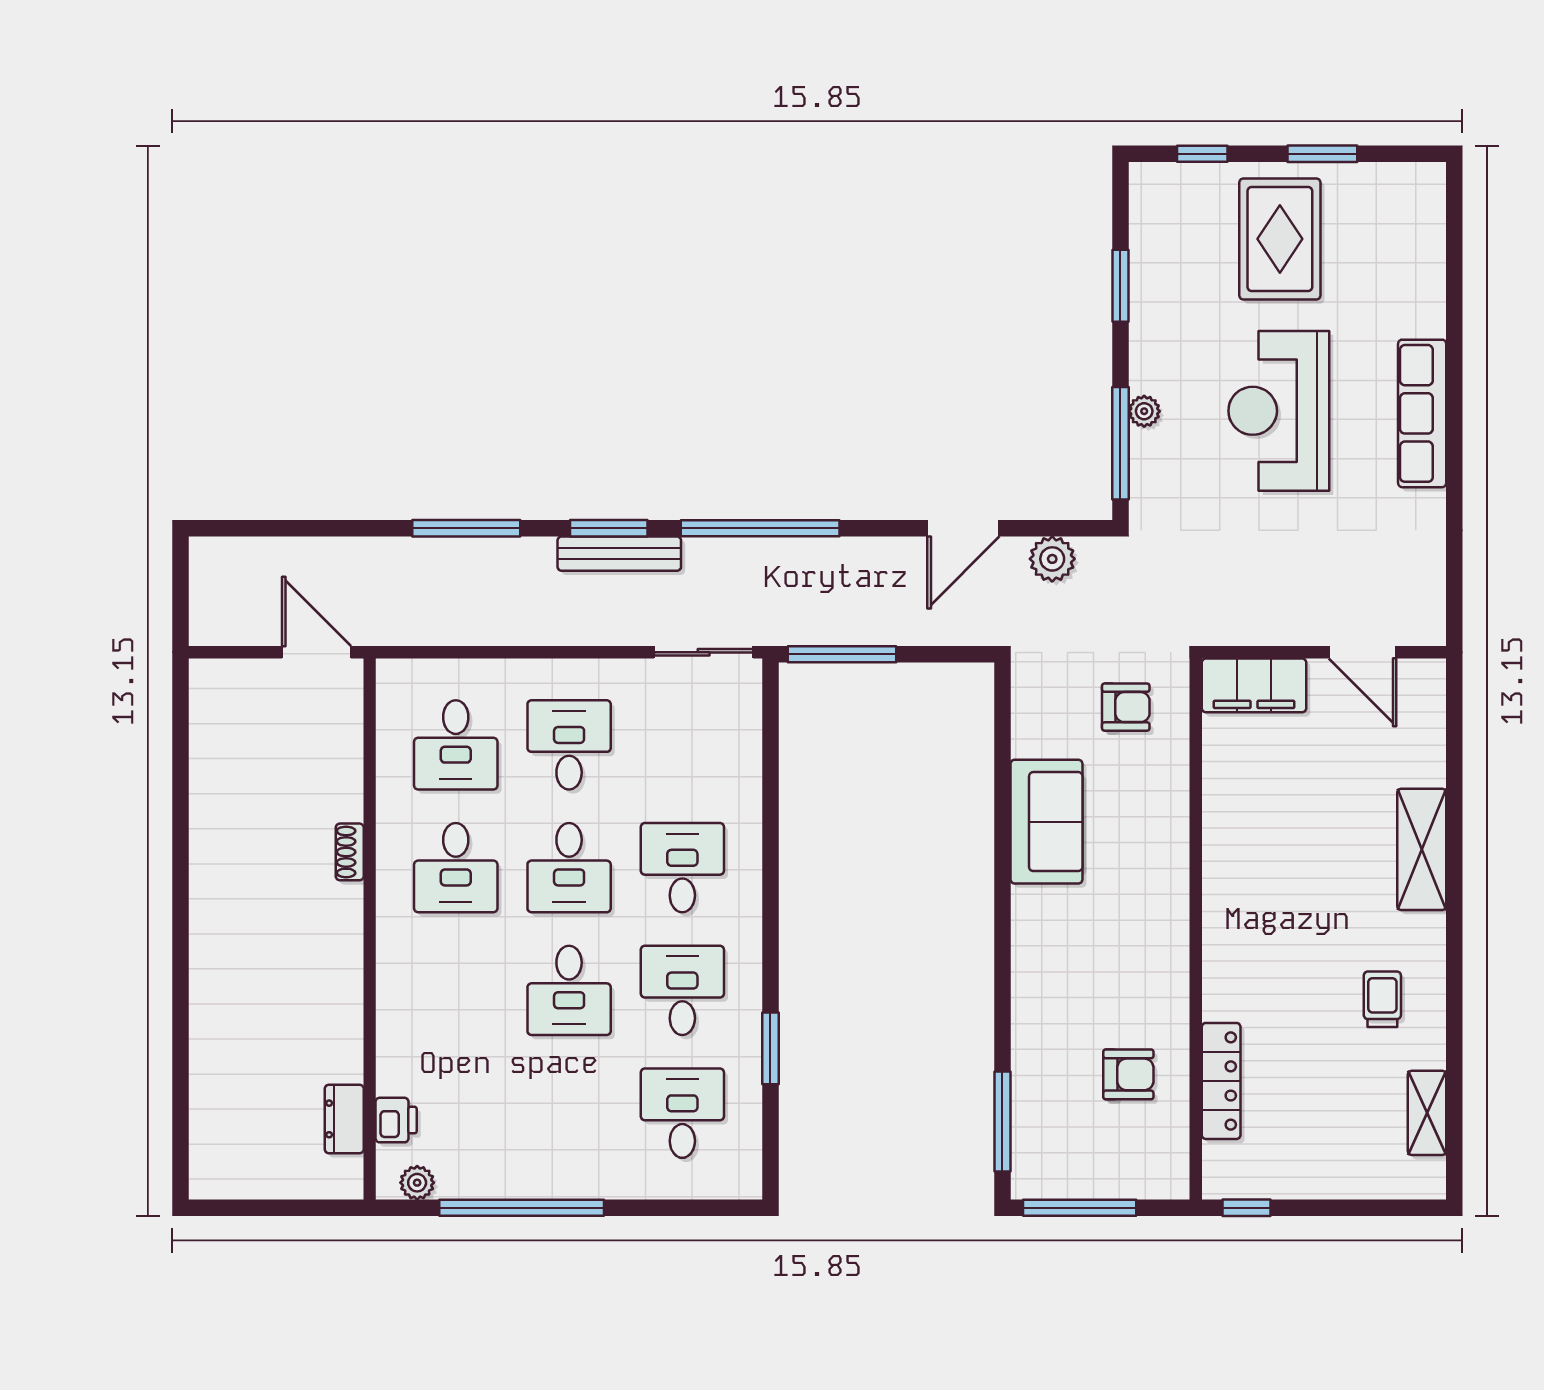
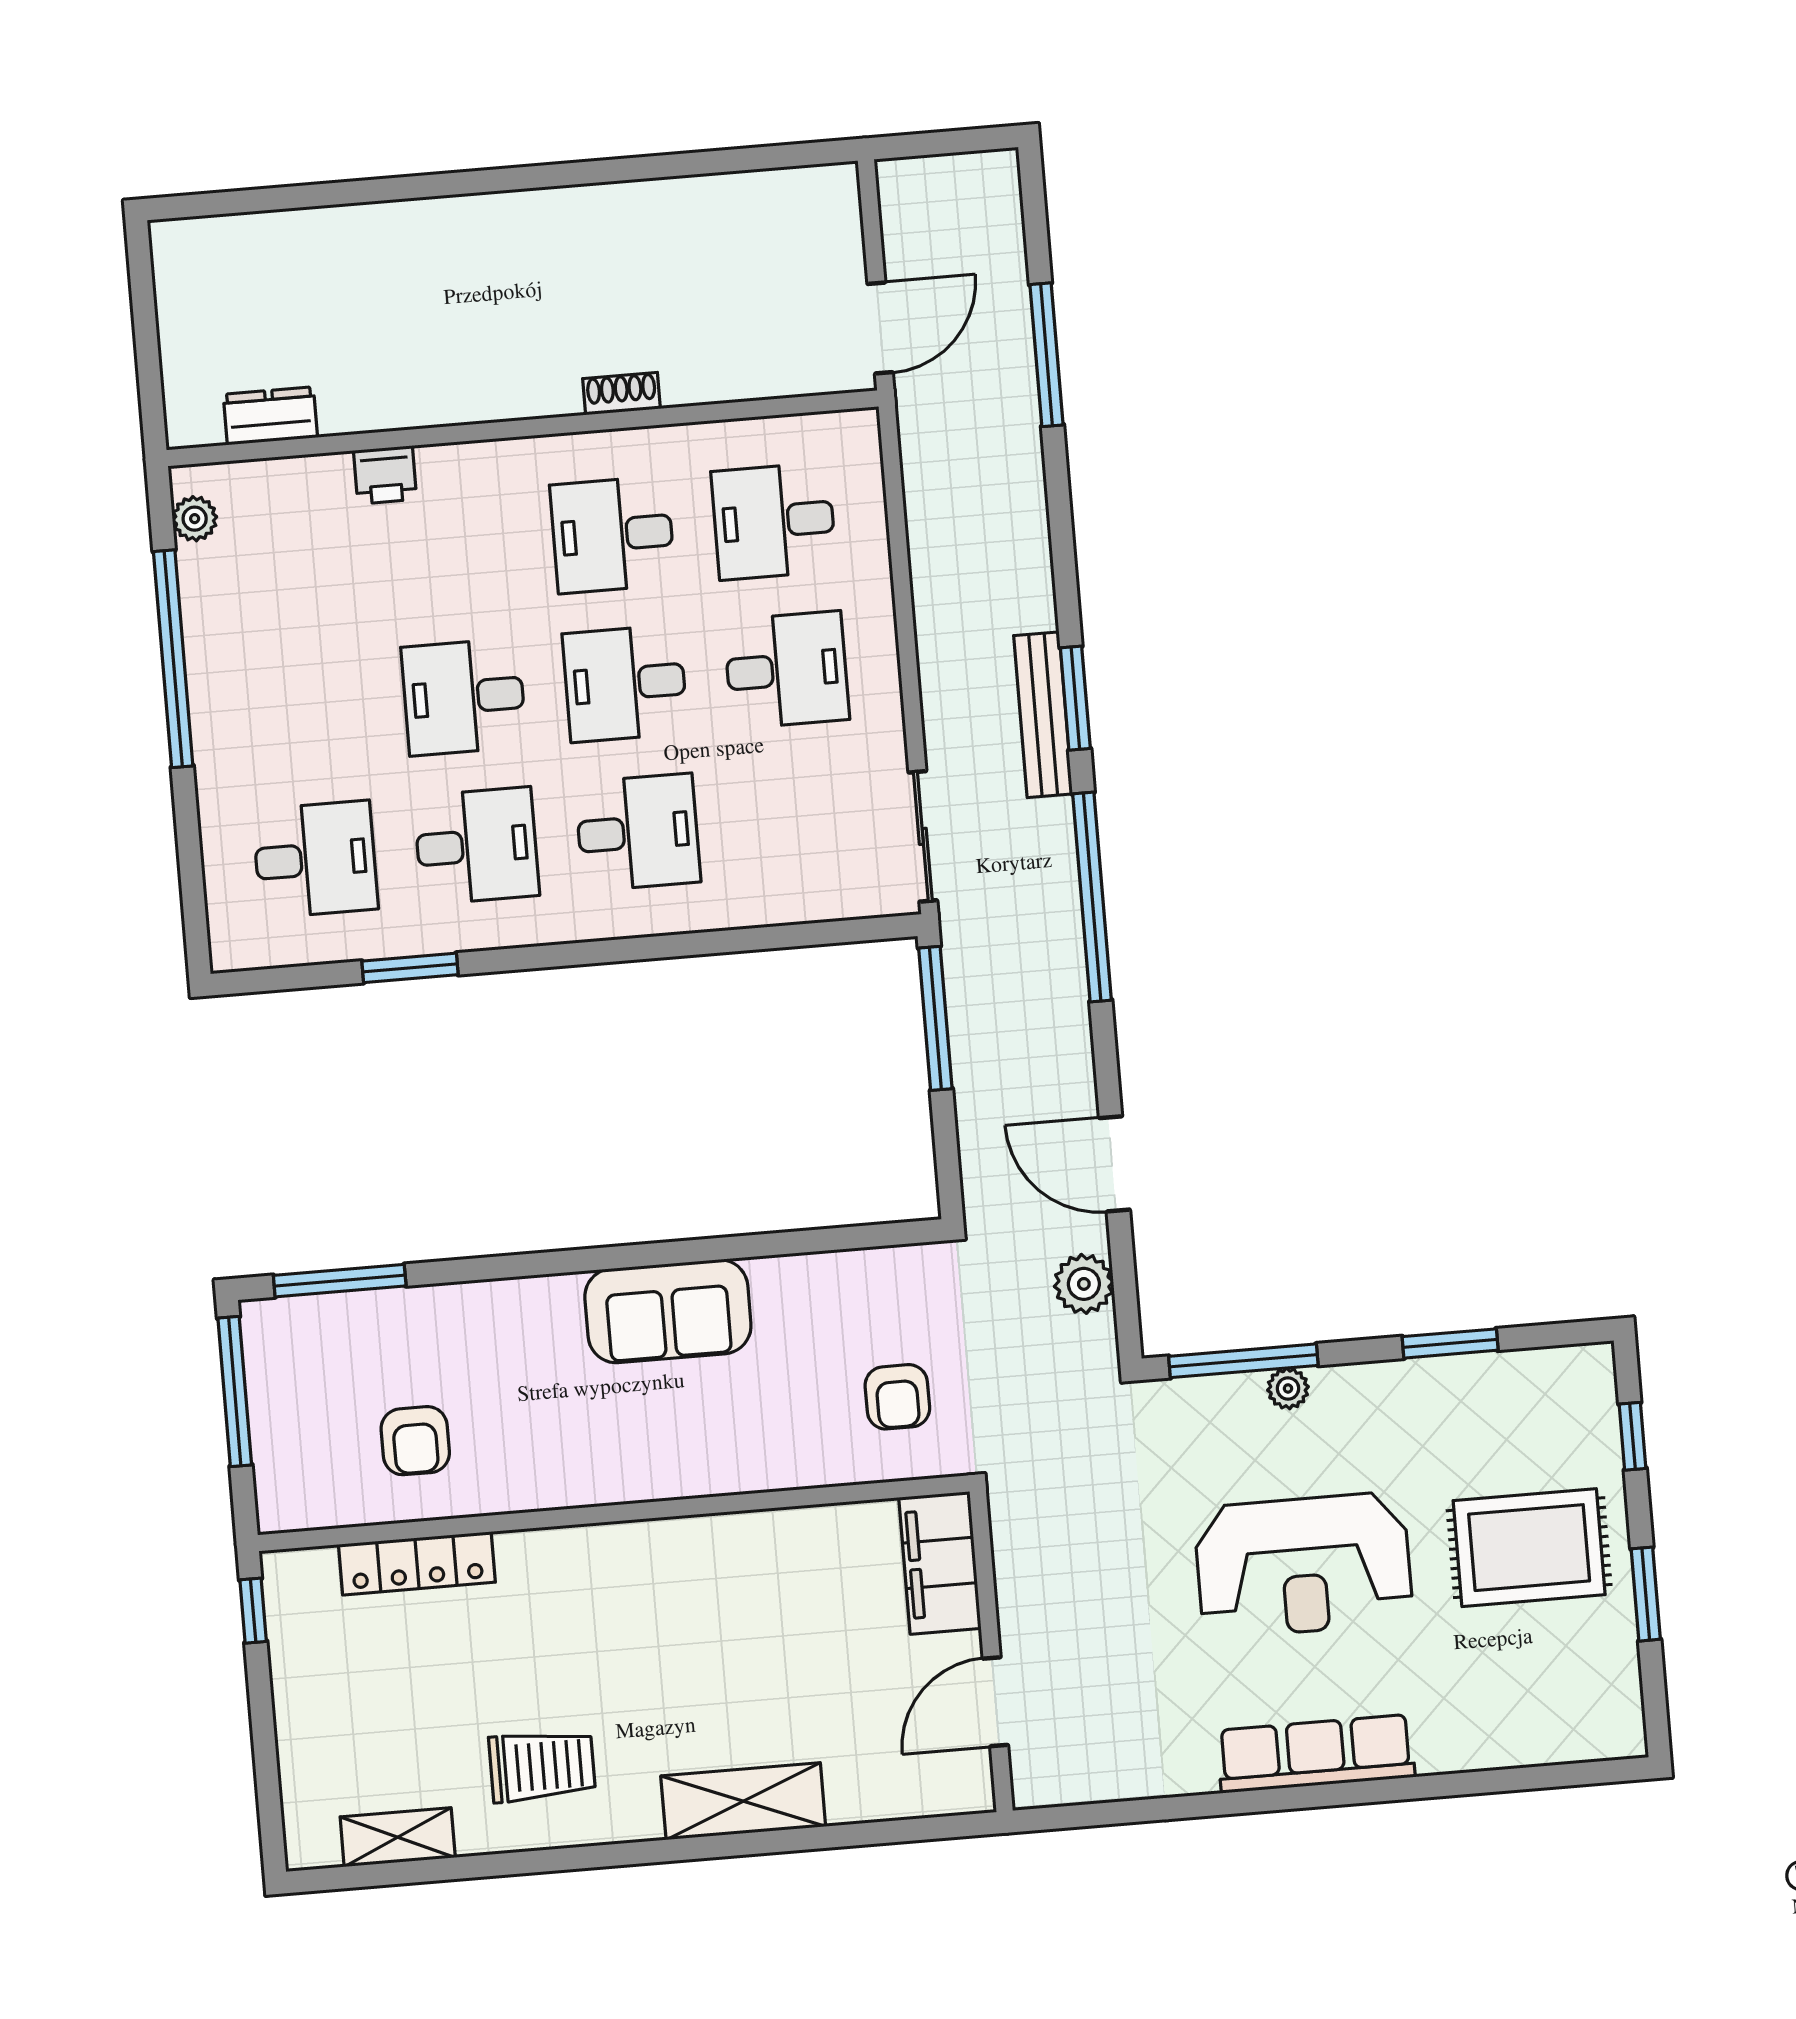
reception desk: (1279, 411) -> (1303, 1565), turned 180
window: (466, 528) -> (1047, 355), moved
sofa: (1046, 822) -> (668, 1311), moved
trolley: (1382, 999) -> (542, 1766), width x1.36, depth x1.39
printer: (396, 1120) -> (385, 475), moved

